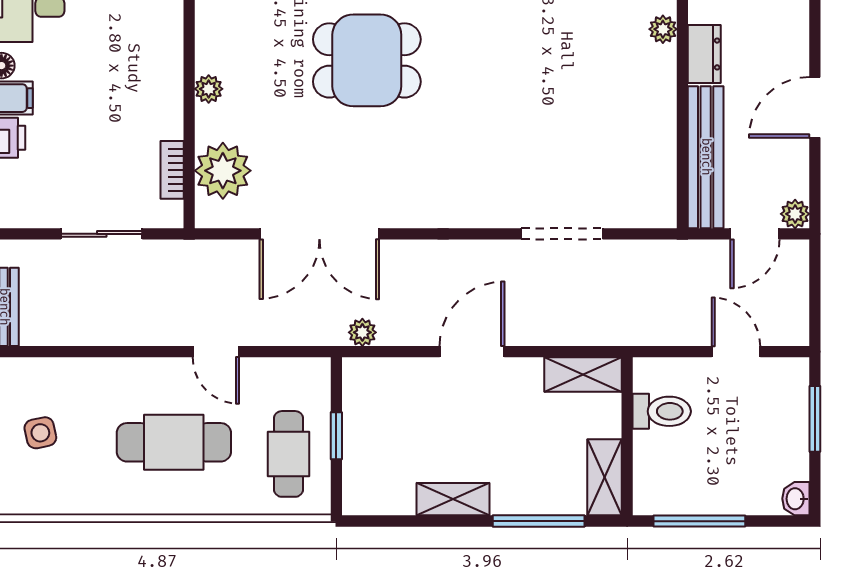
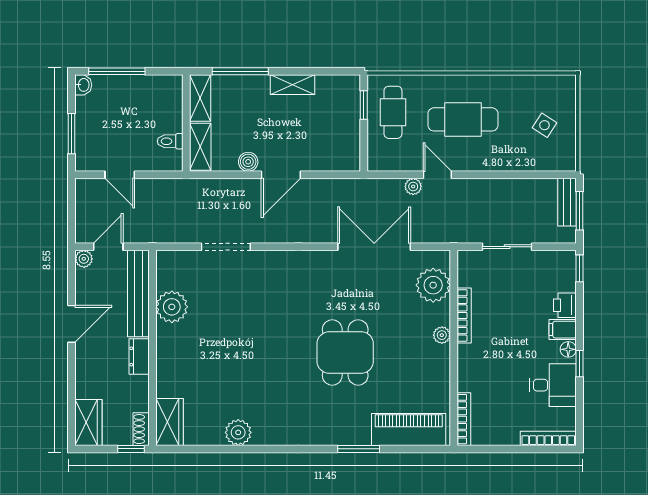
plant: (663, 29) -> (172, 307), moved, width x1.87, depth x1.87
dining table: (367, 60) -> (345, 352), turned 90
bookcase: (172, 170) -> (464, 315), moved, width x1.56
plant: (362, 332) -> (413, 186), moved
boiler: (526, 373) -> (248, 162), added
shelving: (583, 375) -> (200, 147), moved, turned 90
toilet: (662, 411) -> (170, 141), width x0.73, depth x0.72
side table: (40, 433) -> (544, 125), turned 45
window: (336, 436) -> (364, 105), moved
window: (699, 521) -> (117, 71), moved

